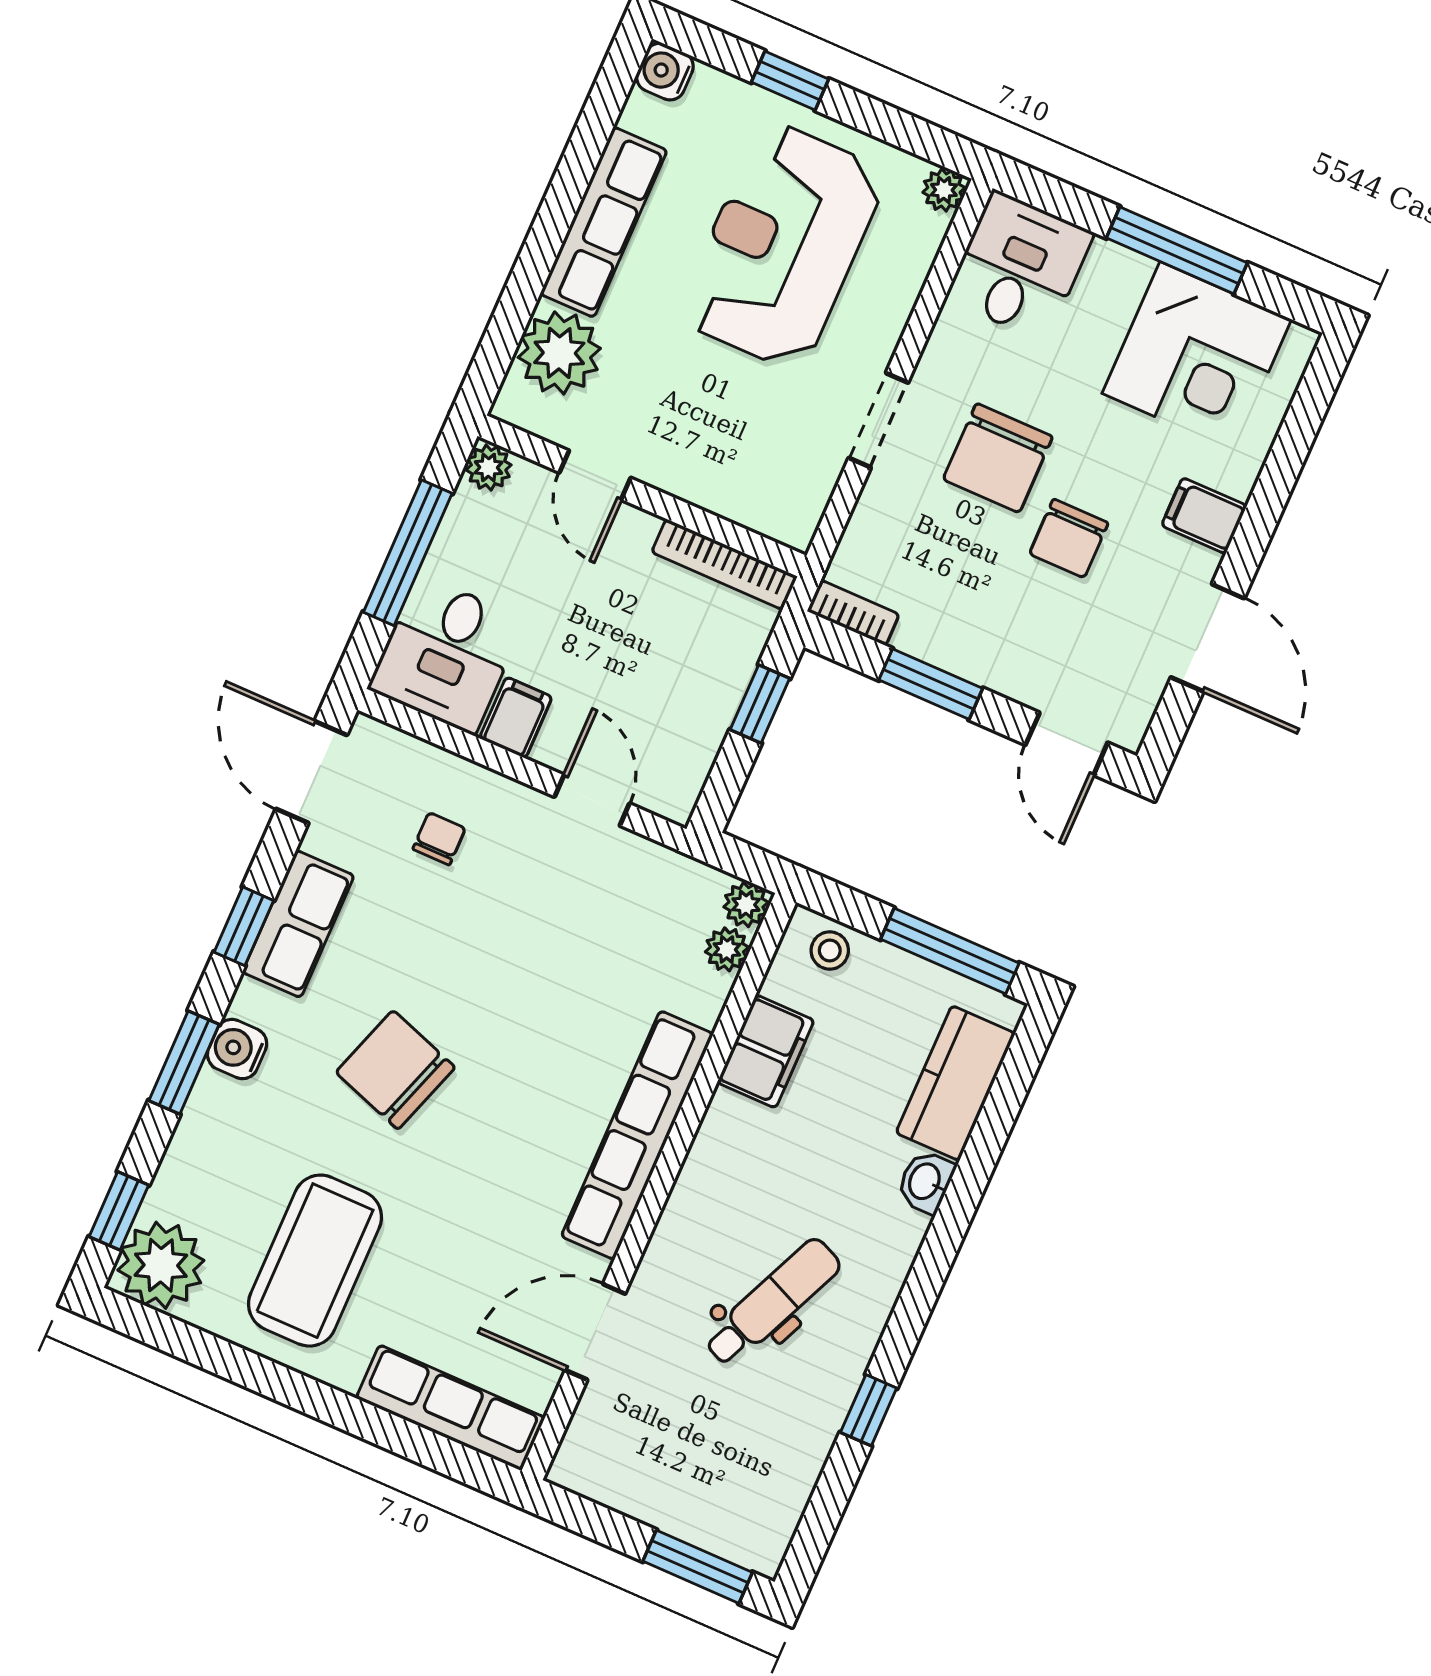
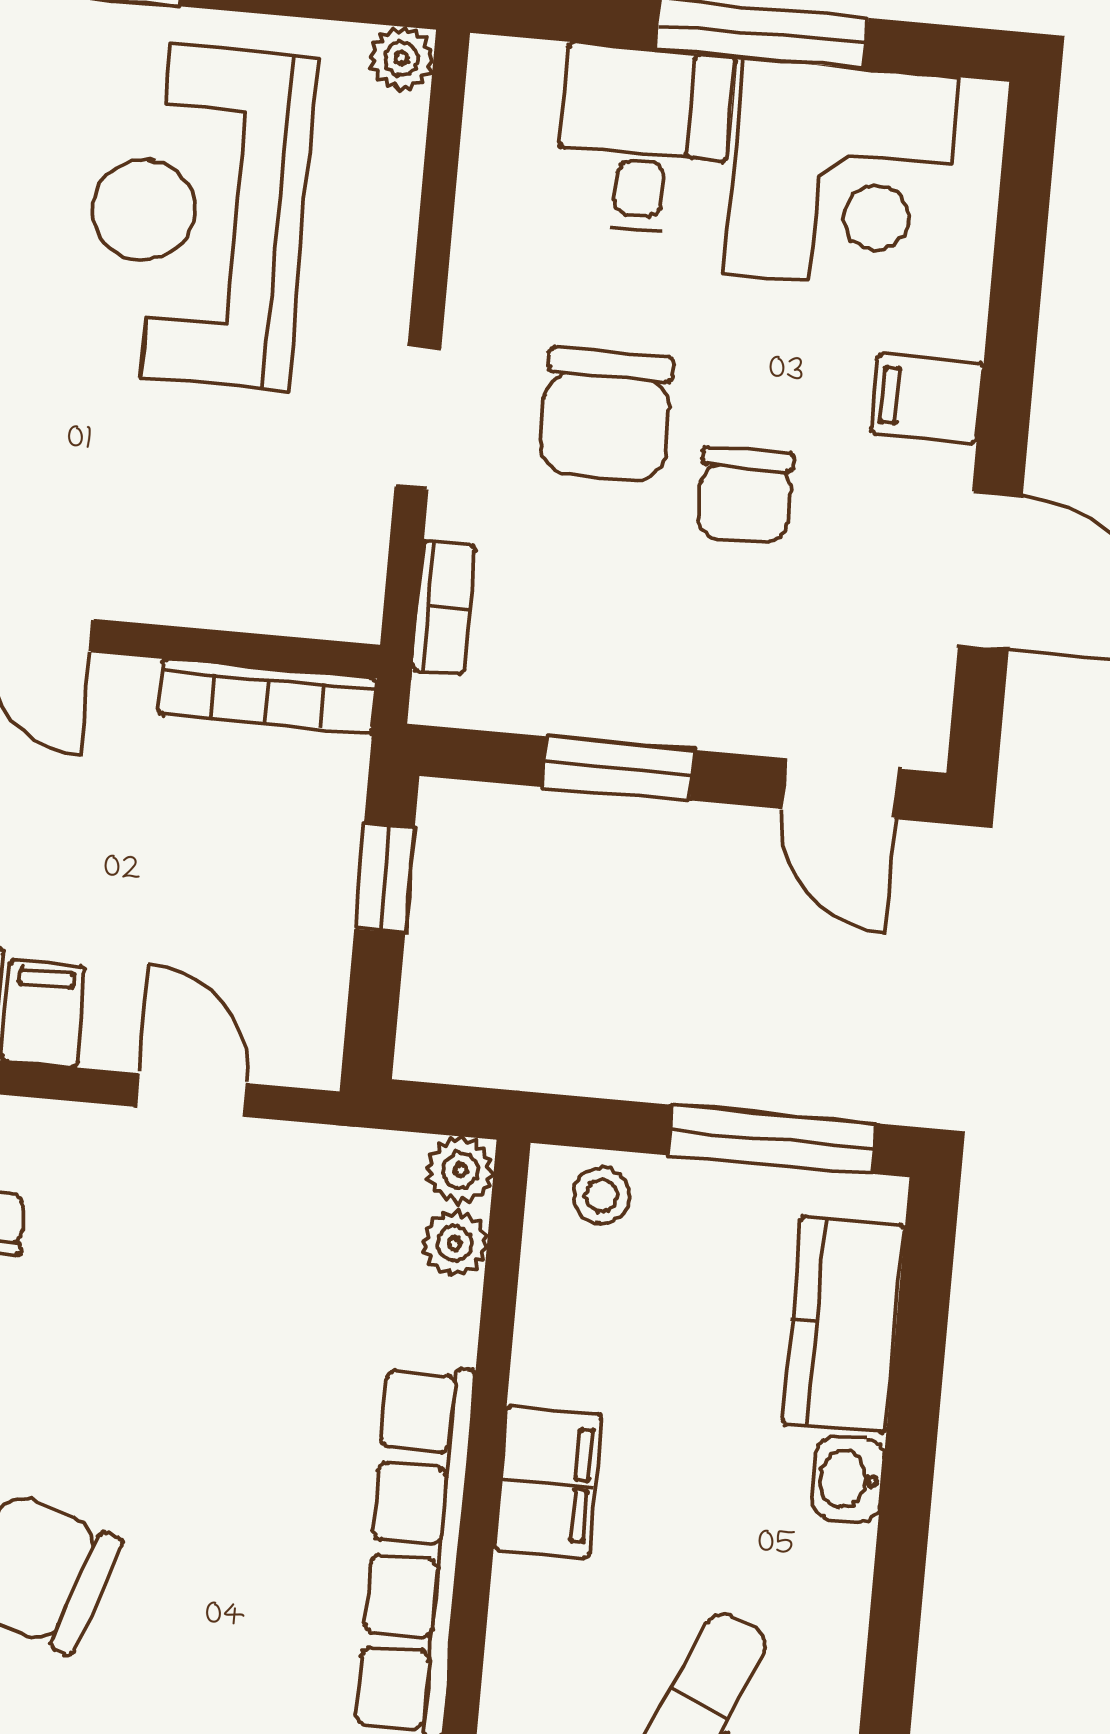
desk: (1020, 266) -> (644, 140), moved
bookcase: (853, 613) -> (444, 607), moved, turned 90
filing cabinet: (766, 1051) -> (548, 1482), moved

